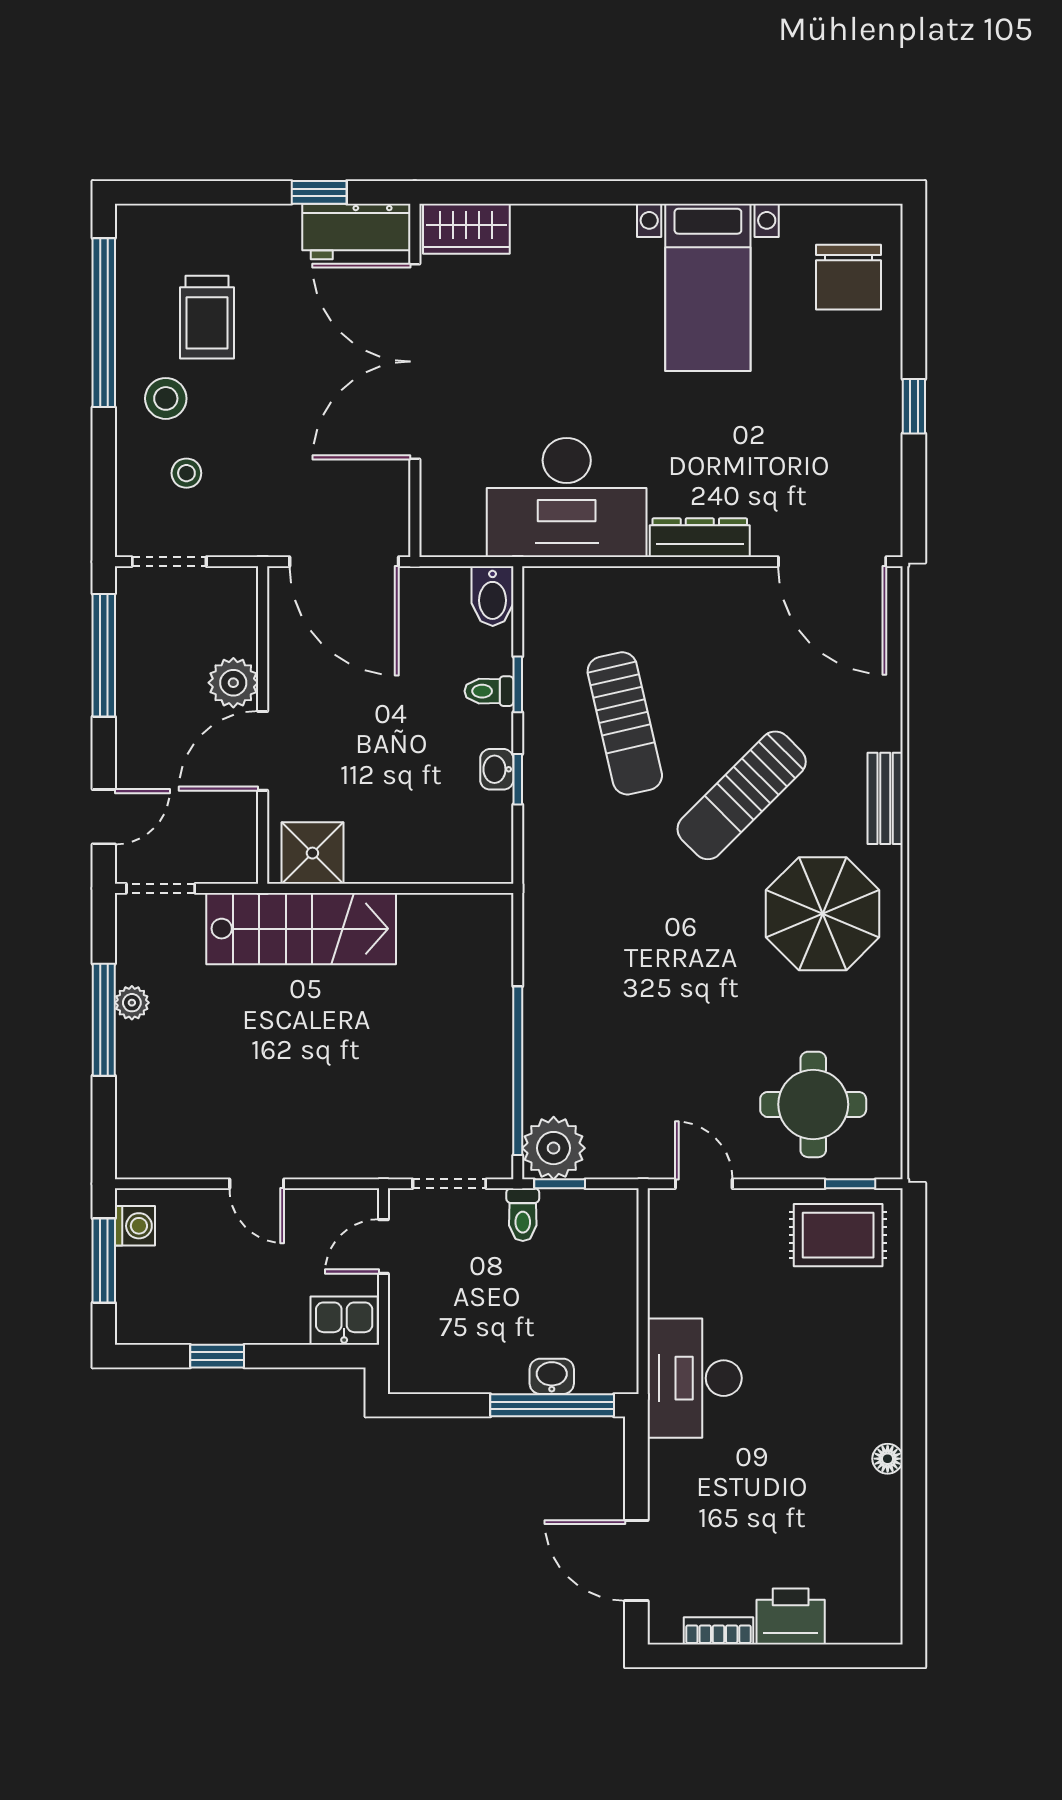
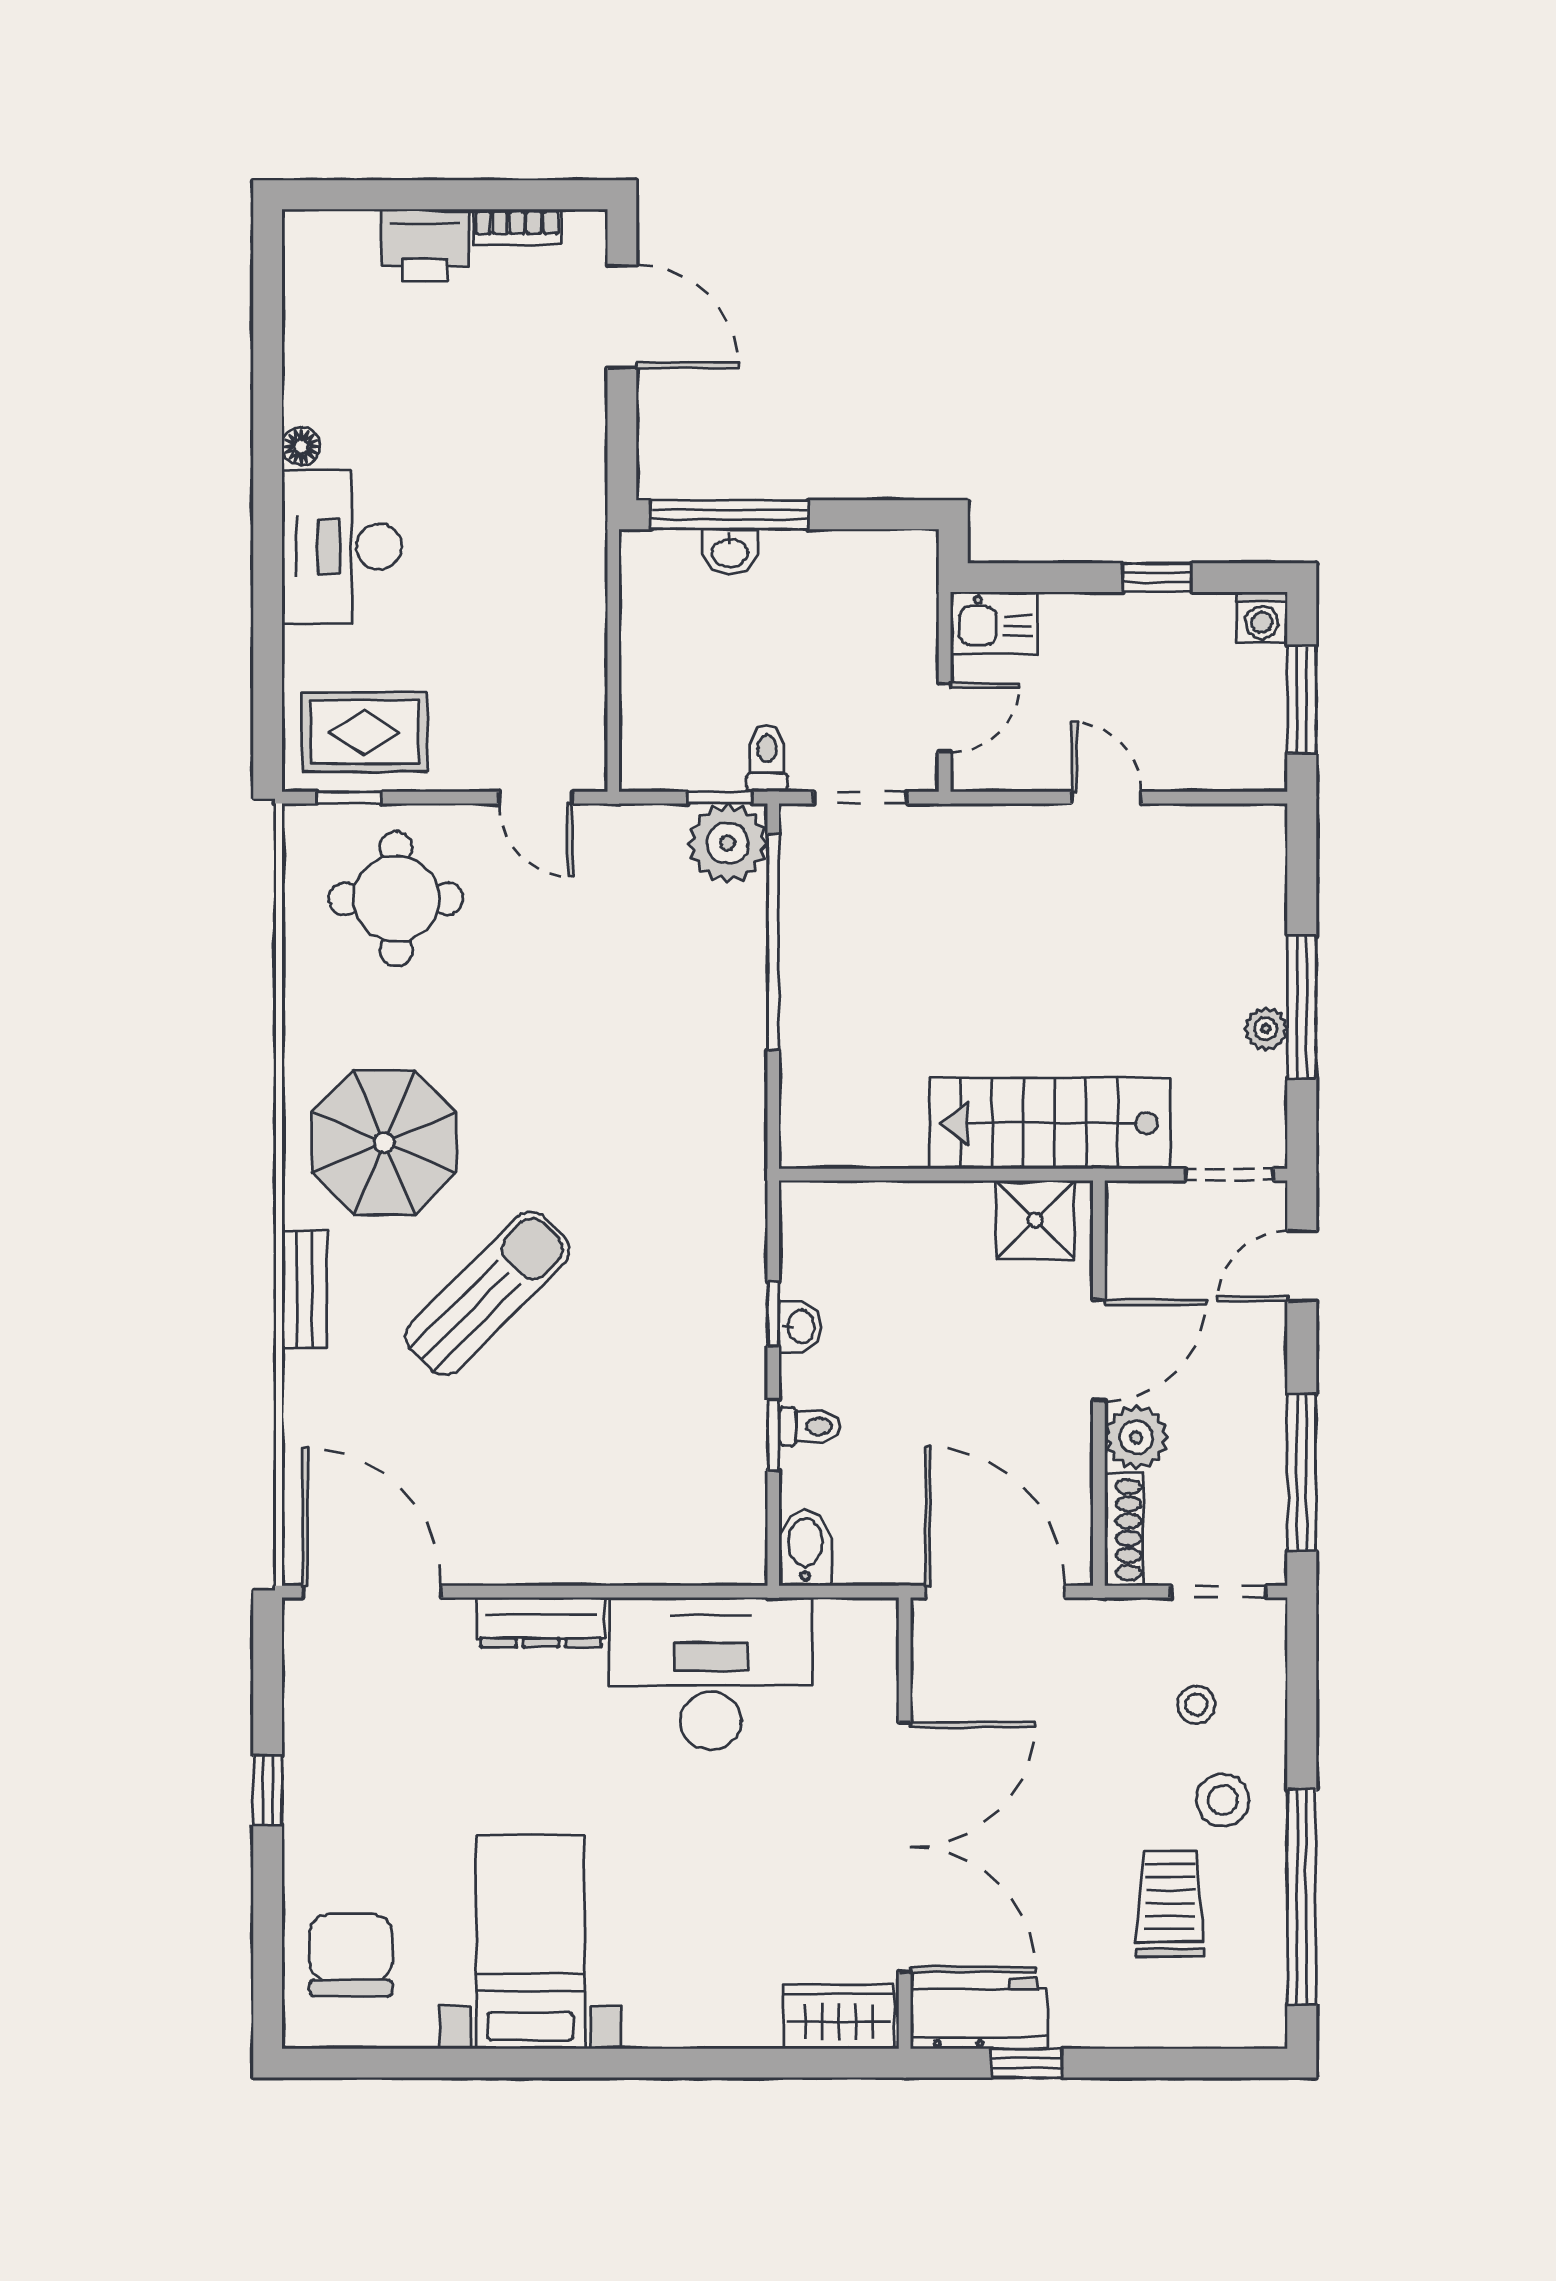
shoe rack: (243, 610) -> (1124, 1530), added
sun lounger: (625, 723) -> (637, 1385), removed
washing machine: (135, 1226) -> (1262, 617), moved, turned -90
desk: (695, 1378) -> (342, 547), moved, turned 180

